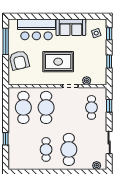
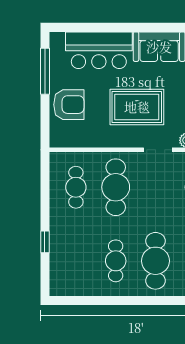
armchair: (19, 60) -> (69, 105), turned -77
cafe table: (23, 107) -> (76, 187), width x0.73, depth x0.74

